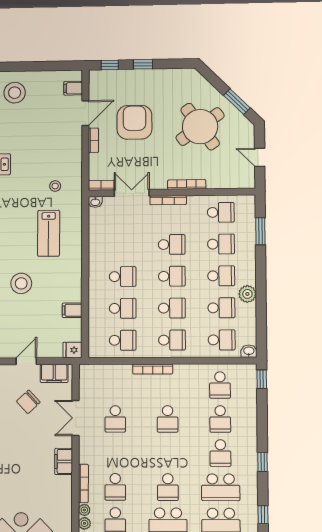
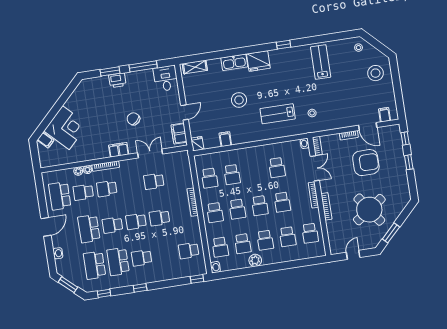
window: (260, 231) -> (301, 263), removed
school desk: (123, 277) -> (277, 168), moved
door: (26, 361) -> (185, 112), hinge flipped
chair: (28, 402) -> (133, 119), moved
school desk: (220, 419) -> (136, 221), moved

